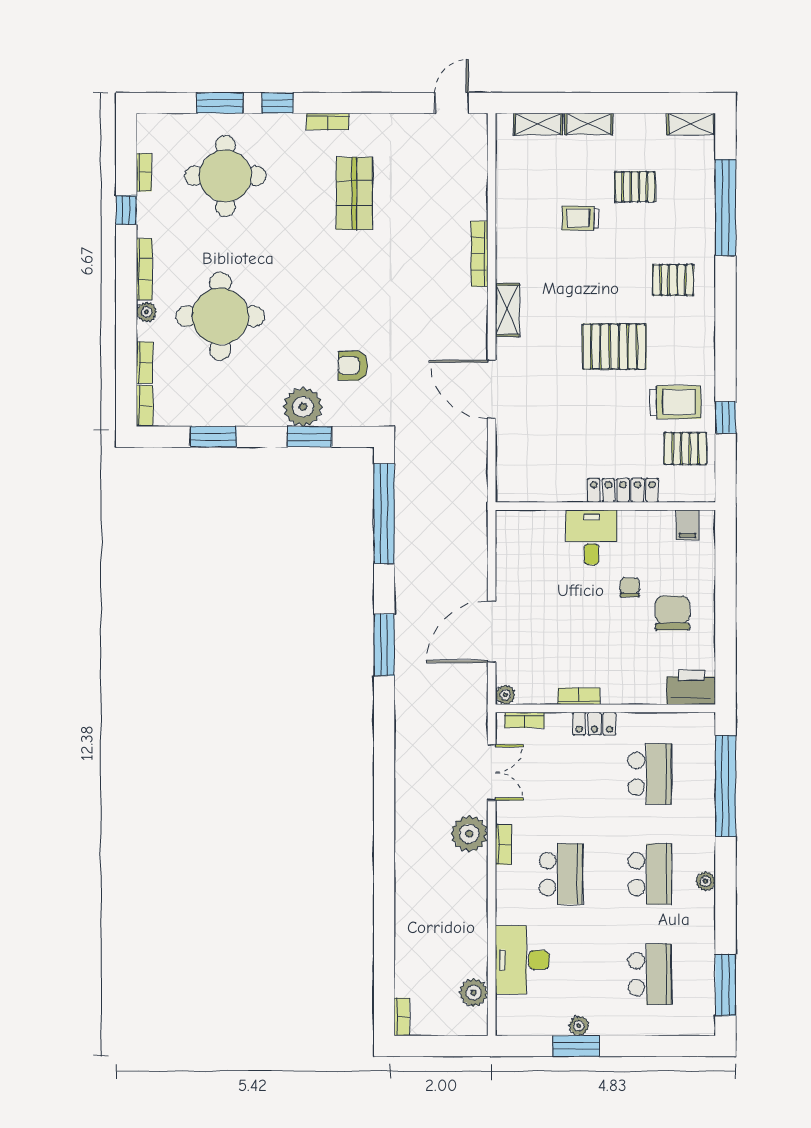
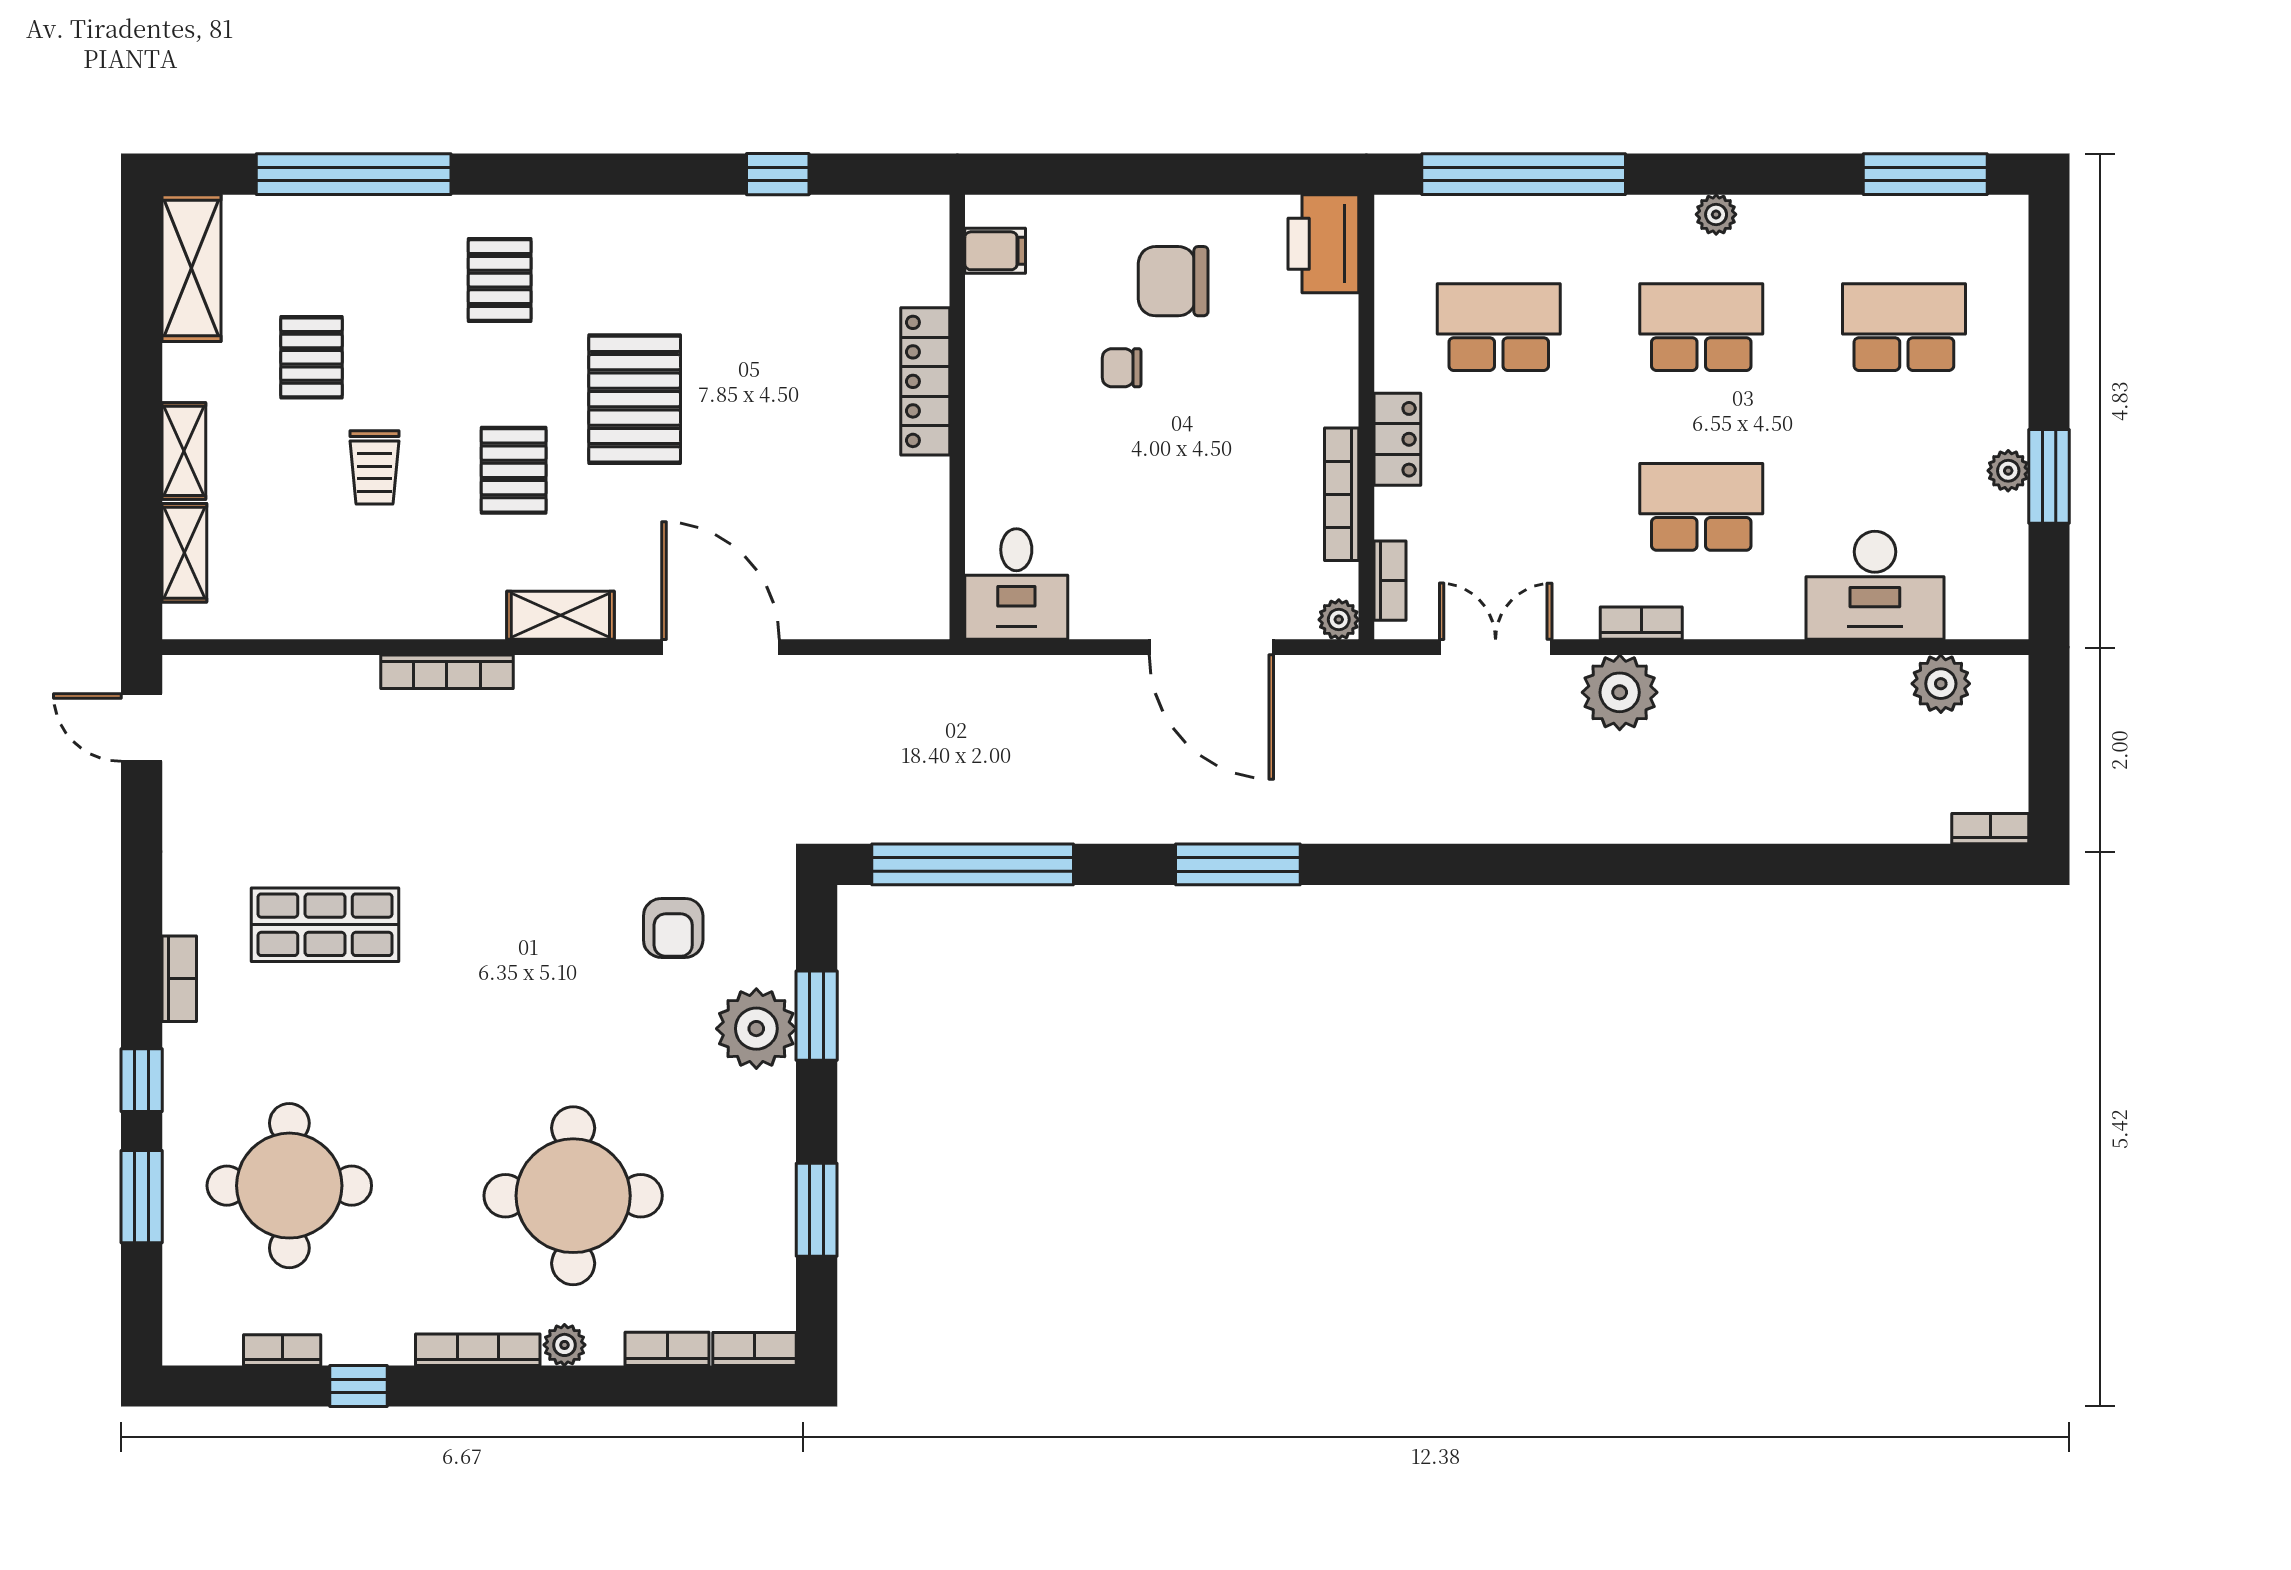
shelving: (691, 124) -> (192, 268), width x1.50, depth x1.33
door: (492, 389) -> (721, 647), swing flipped
trolley: (675, 402) -> (747, 276), removed
pallet: (686, 449) -> (514, 470), moved
desk: (591, 537) -> (1016, 584), moved, turned -90
bookcase: (579, 696) -> (1342, 494), width x1.56

